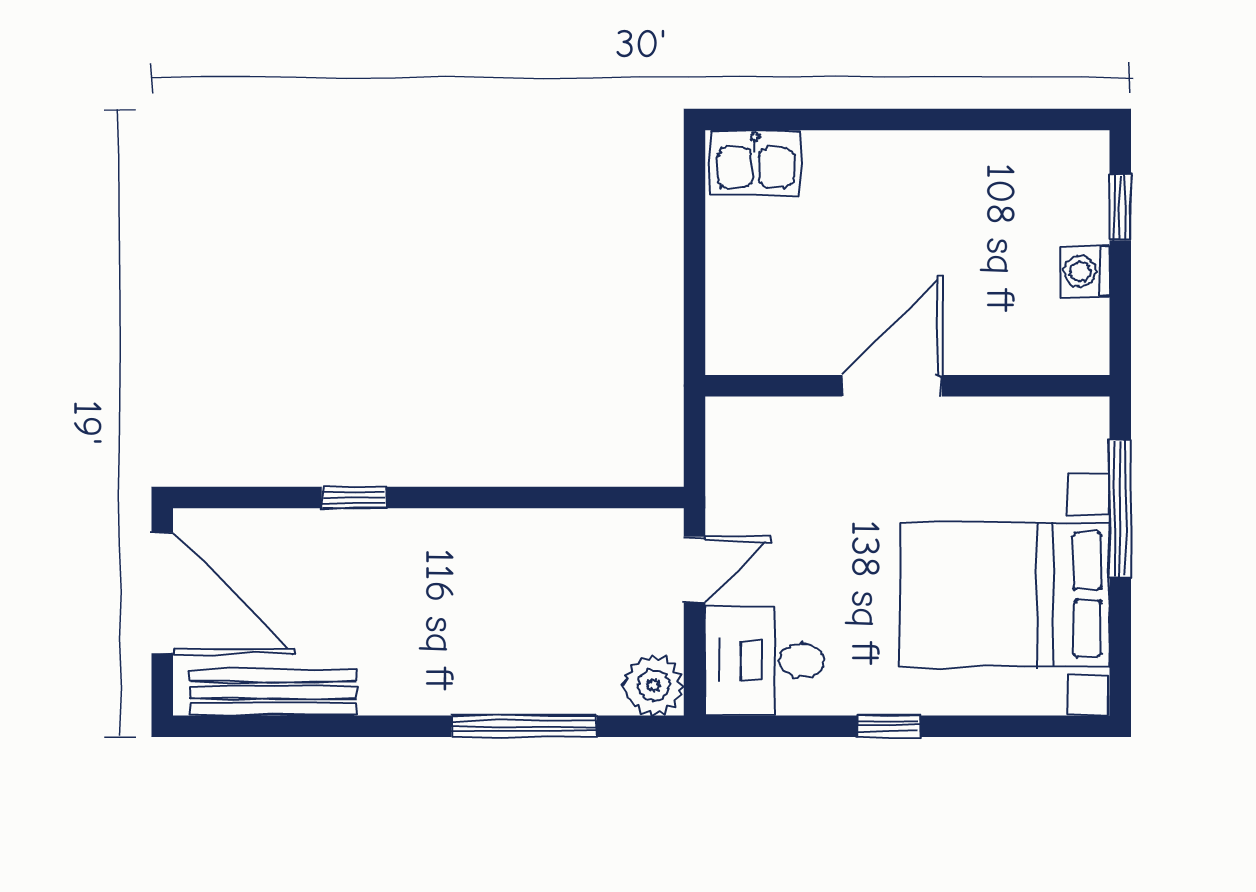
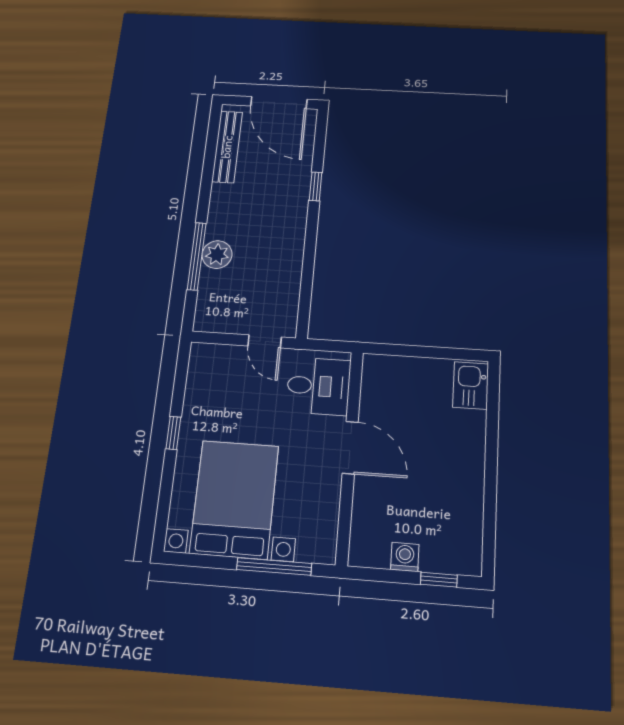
door: (162, 593) -> (279, 103), hinge flipped
desk: (765, 660) -> (318, 386), moved, turned 90
plant: (653, 685) -> (217, 255), moved

